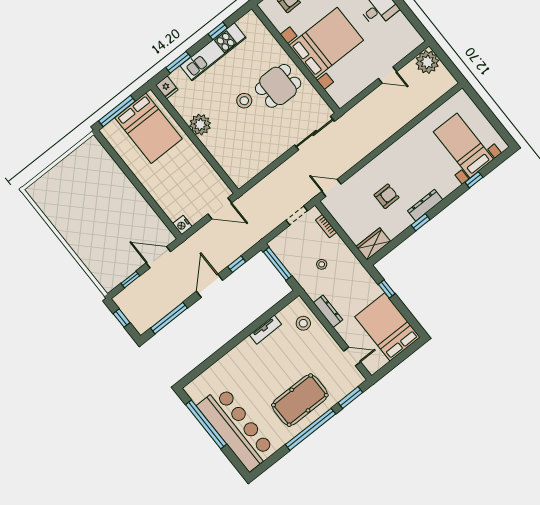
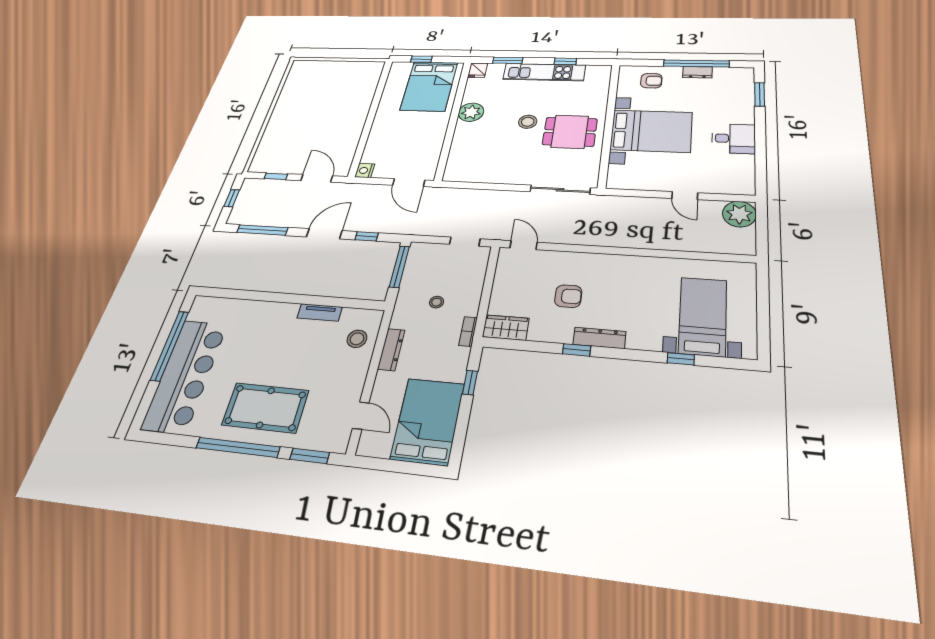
window: (117, 111) -> (421, 59), width x0.46
bookcase: (326, 226) -> (468, 332), moved

